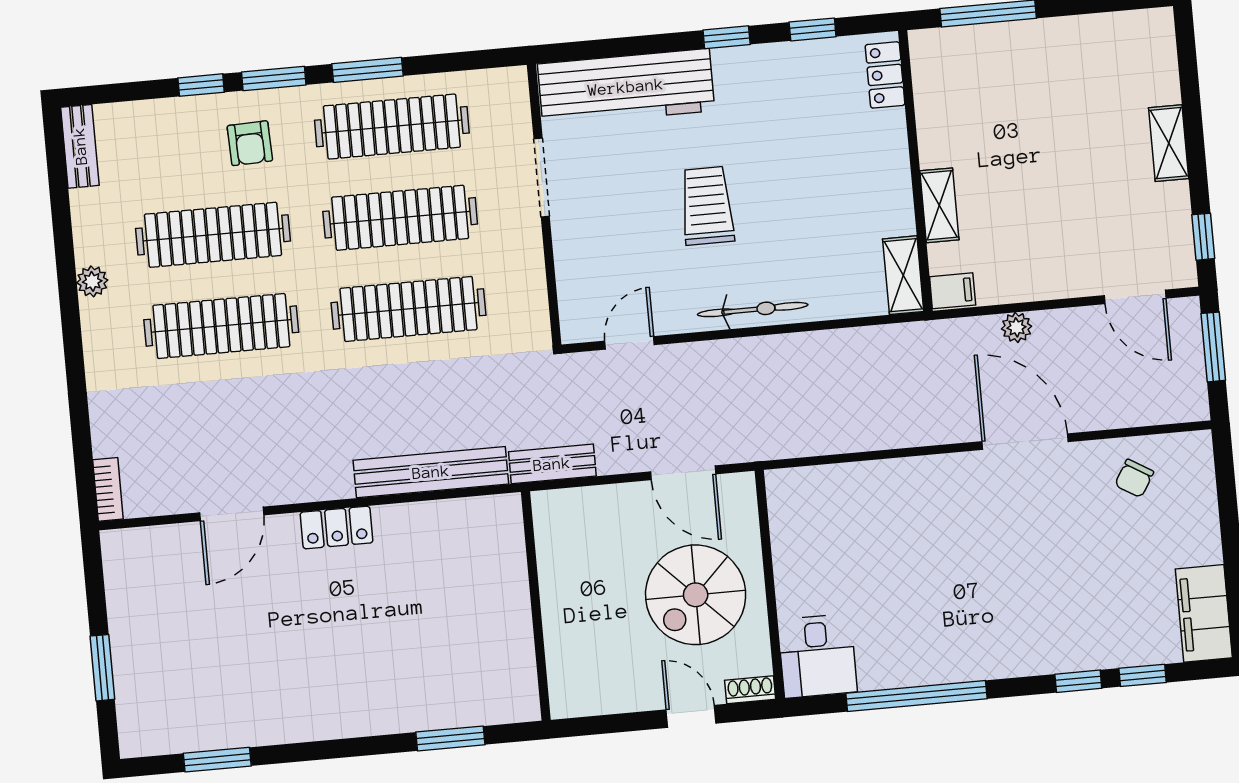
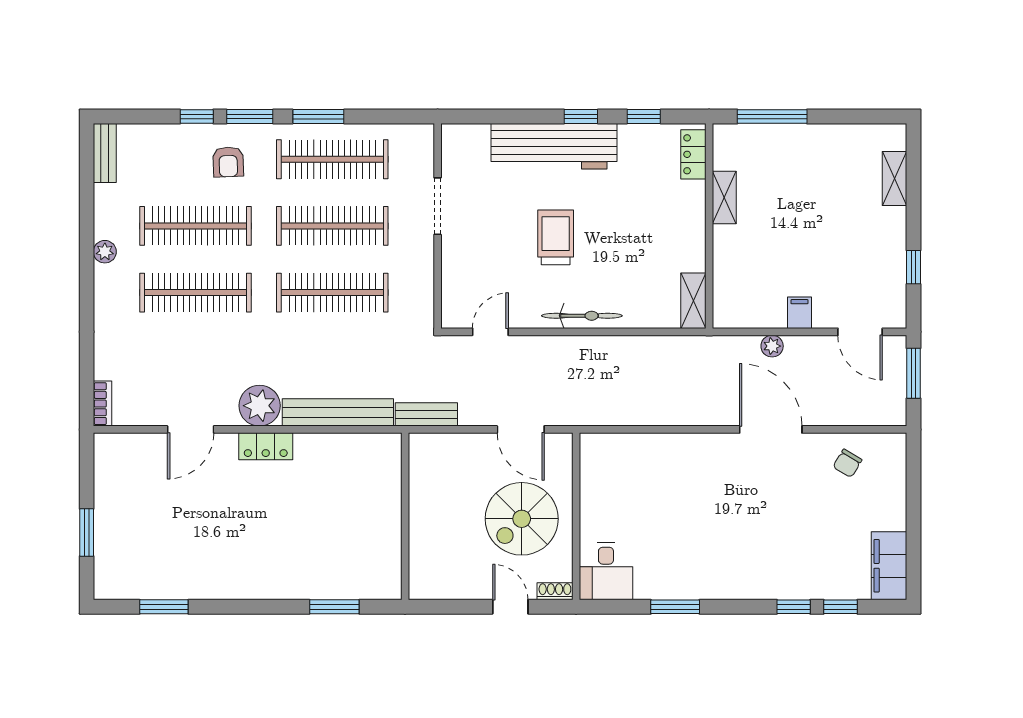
workbench: (626, 87) -> (554, 146), moved
shelving: (1169, 143) -> (894, 178), moved
shelving: (939, 205) -> (724, 198), moved
window: (1203, 237) -> (913, 267), moved
filing cabinet: (953, 291) -> (799, 313), moved, turned -90
plant: (323, 473) -> (260, 406), added
window: (916, 696) -> (675, 607), width x0.47

